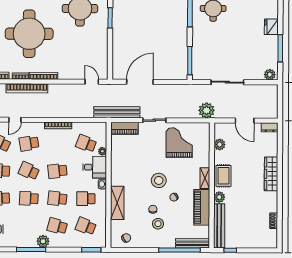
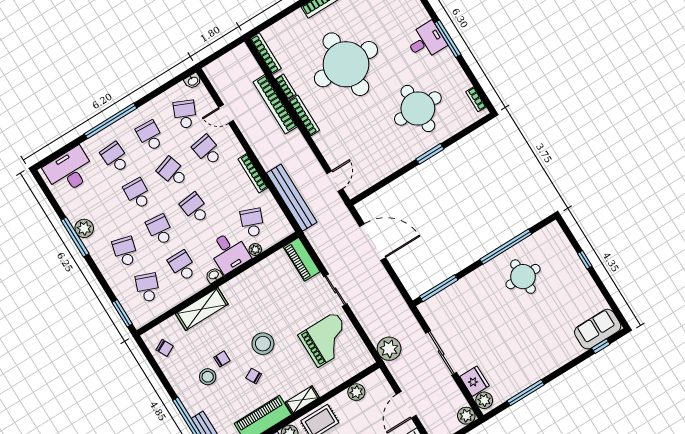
fridge: (271, 27) -> (474, 381), moved, turned 90
plant: (272, 90) -> (466, 416), added
bench: (117, 112) -> (292, 198), moved
school desk: (29, 171) -> (173, 172), turned -42
plant: (43, 241) -> (84, 228), moved

